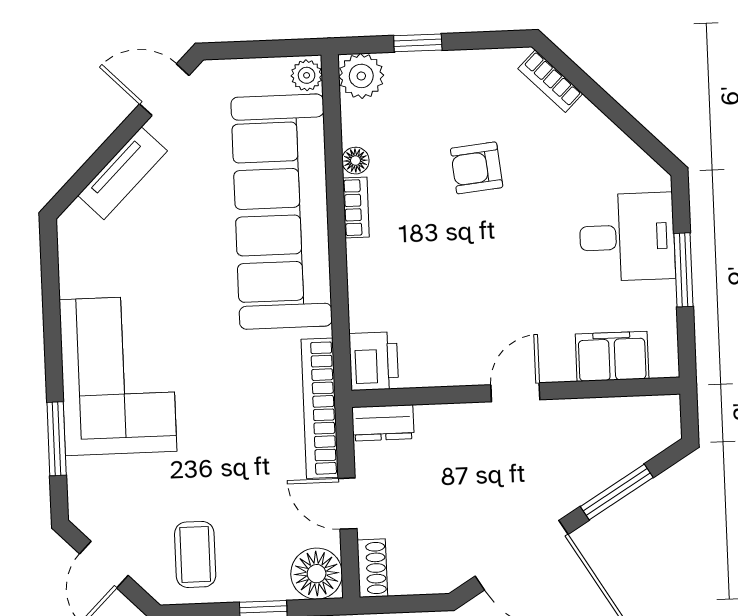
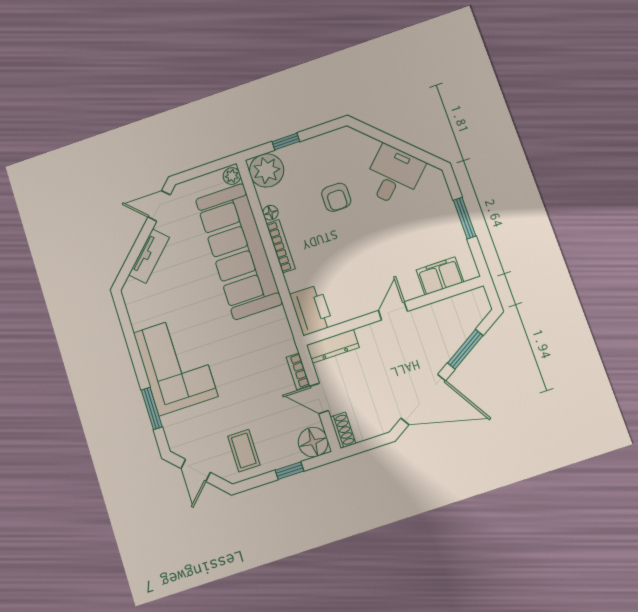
plant: (361, 76) -> (267, 170), width x1.36, depth x1.36
bookcase: (550, 81) -> (362, 140), removed
armchair: (477, 168) -> (336, 197), turned -84
bookcase: (356, 208) -> (281, 246), width x1.56
desk: (627, 237) -> (393, 176), moved, turned -45
printer: (374, 361) -> (311, 310), width x1.37, depth x1.19
bookcase: (320, 408) -> (298, 371), width x0.43, depth x0.76
dresser: (383, 423) -> (333, 346), width x1.44

